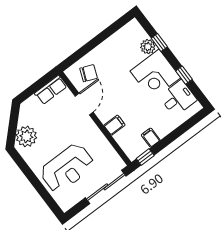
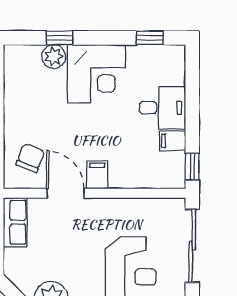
window: (184, 75) -> (150, 38), moved
desk: (178, 98) -> (162, 108), moved, turned 90
filing cabinet: (114, 125) -> (97, 175), moved

